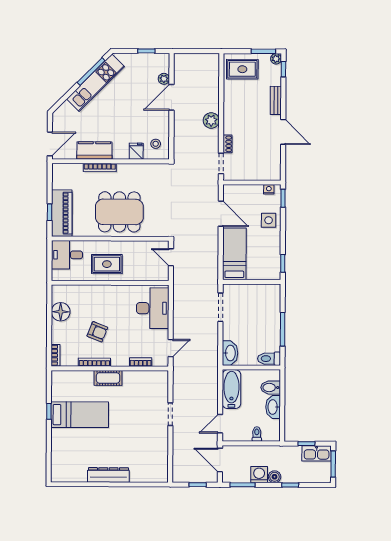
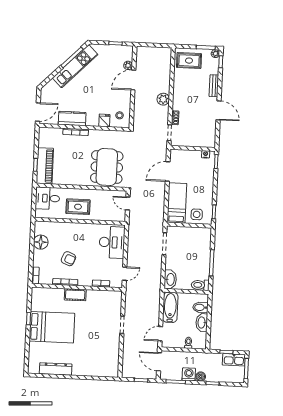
dining table: (119, 212) -> (107, 167), moved, turned 90
door: (221, 214) -> (168, 171), swing flipped
side table: (269, 220) -> (197, 214), moved
bed: (80, 415) -> (52, 327), width x1.50
dresser: (108, 475) -> (56, 369), moved

